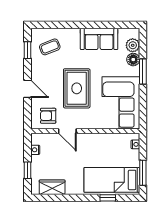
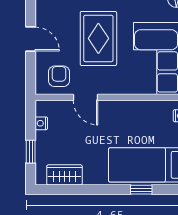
armchair: (48, 116) -> (59, 76), turned 90

